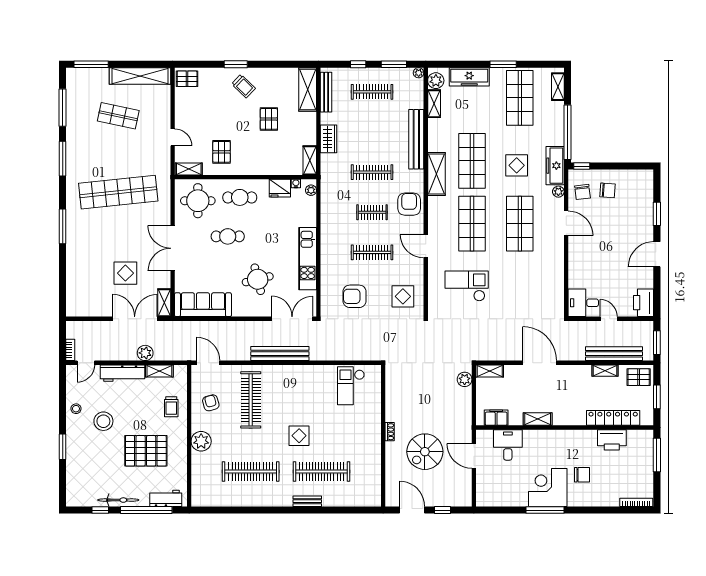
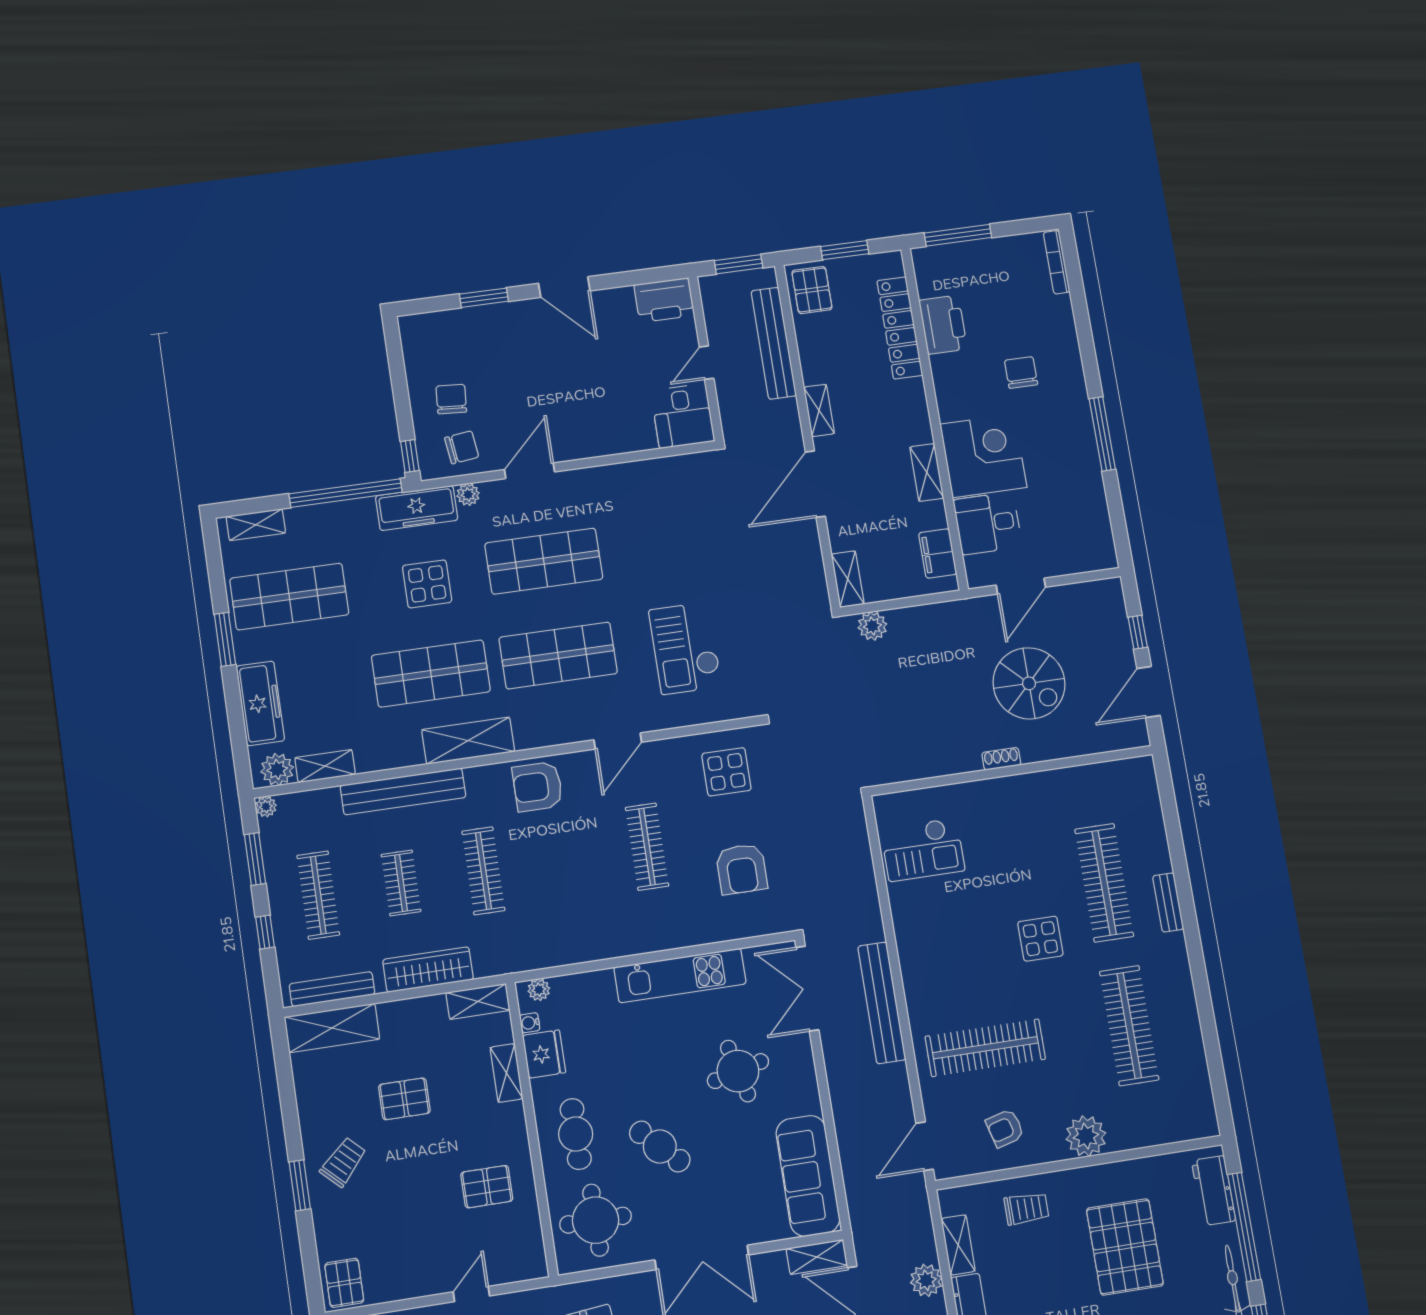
wardrobe: (329, 139) -> (428, 970), width x1.50
shelving: (189, 169) -> (506, 1073), moved
clothes rail: (372, 212) -> (401, 883), moved
cafe table: (228, 236) -> (660, 1146), turned -45
shelving: (605, 371) -> (819, 410), moved
corner desk: (548, 488) -> (983, 456), moved, turned 180

